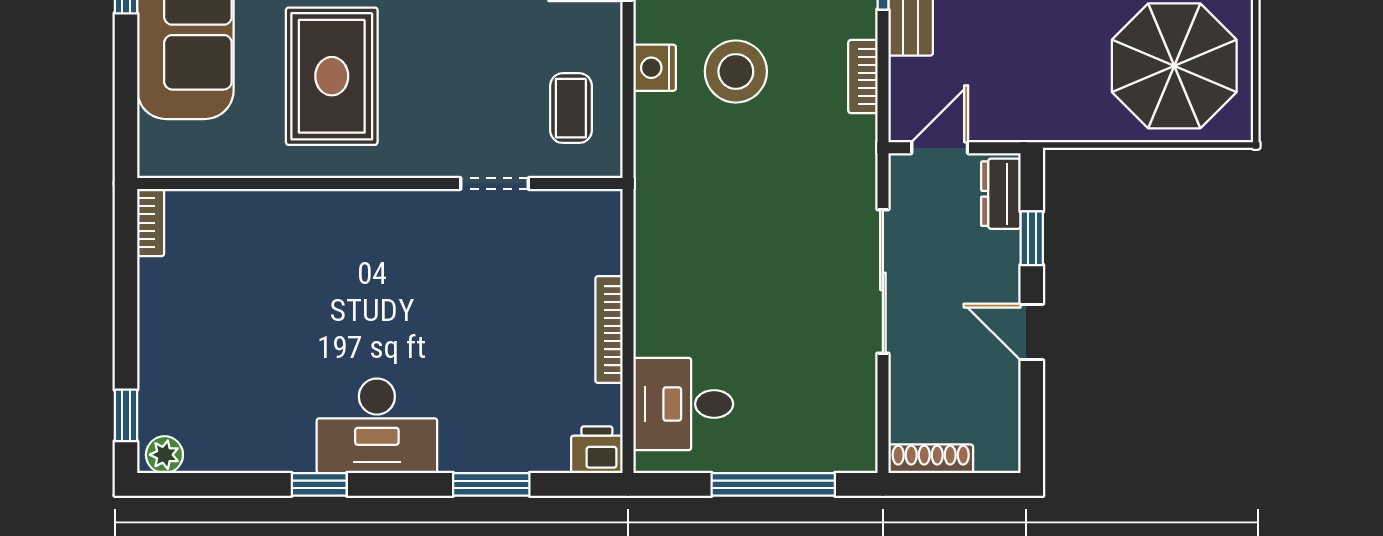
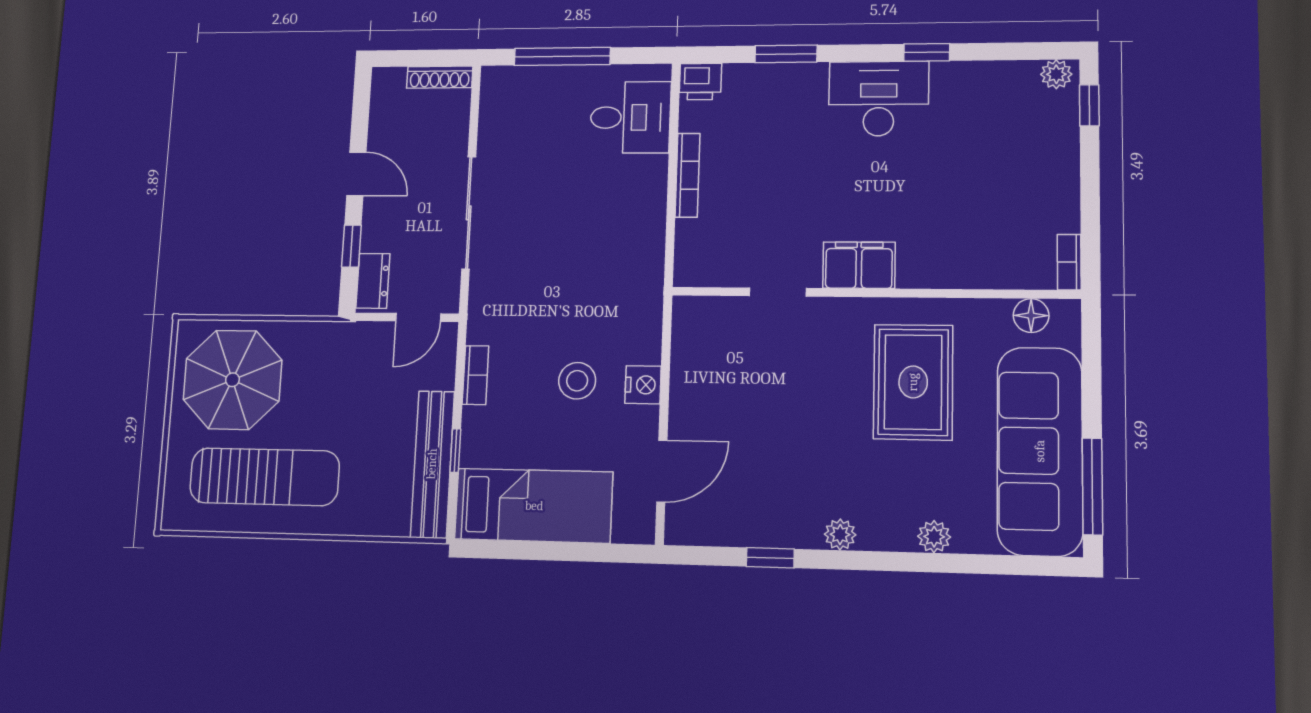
stool: (736, 71) -> (577, 381), width x0.73, depth x0.73
coffee table: (571, 108) -> (713, 353), removed
floor lamp: (195, 158) -> (1031, 316), added
filing cabinet: (398, 217) -> (859, 265), added

